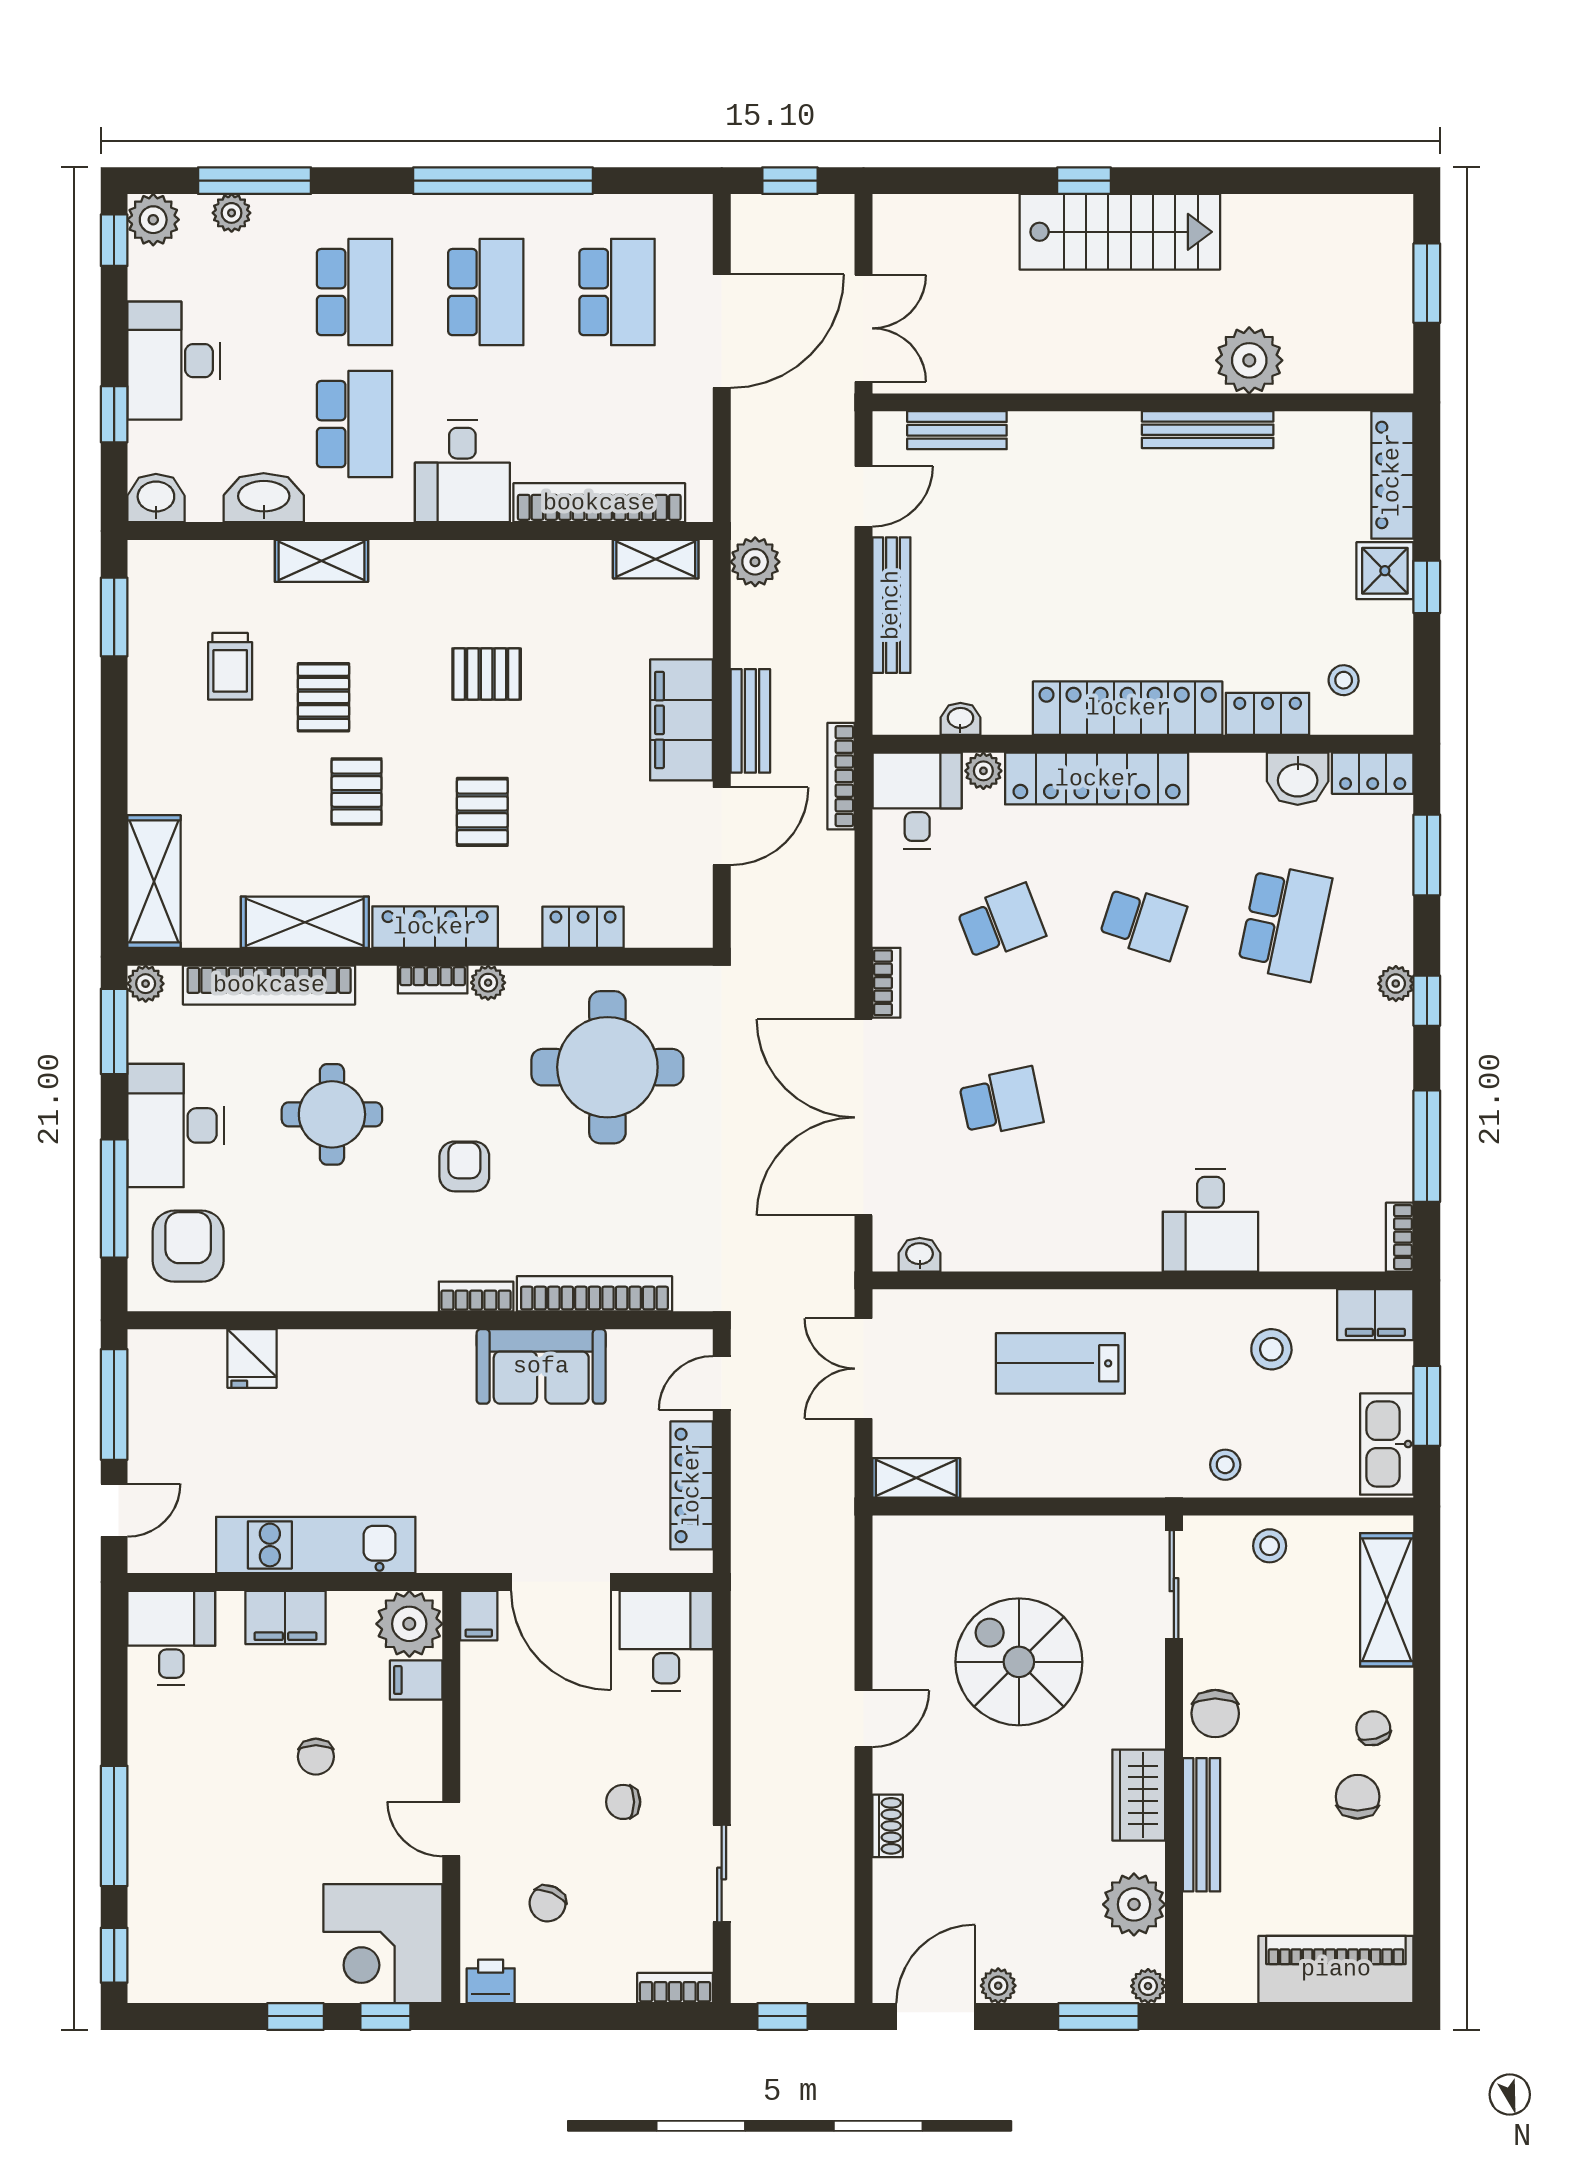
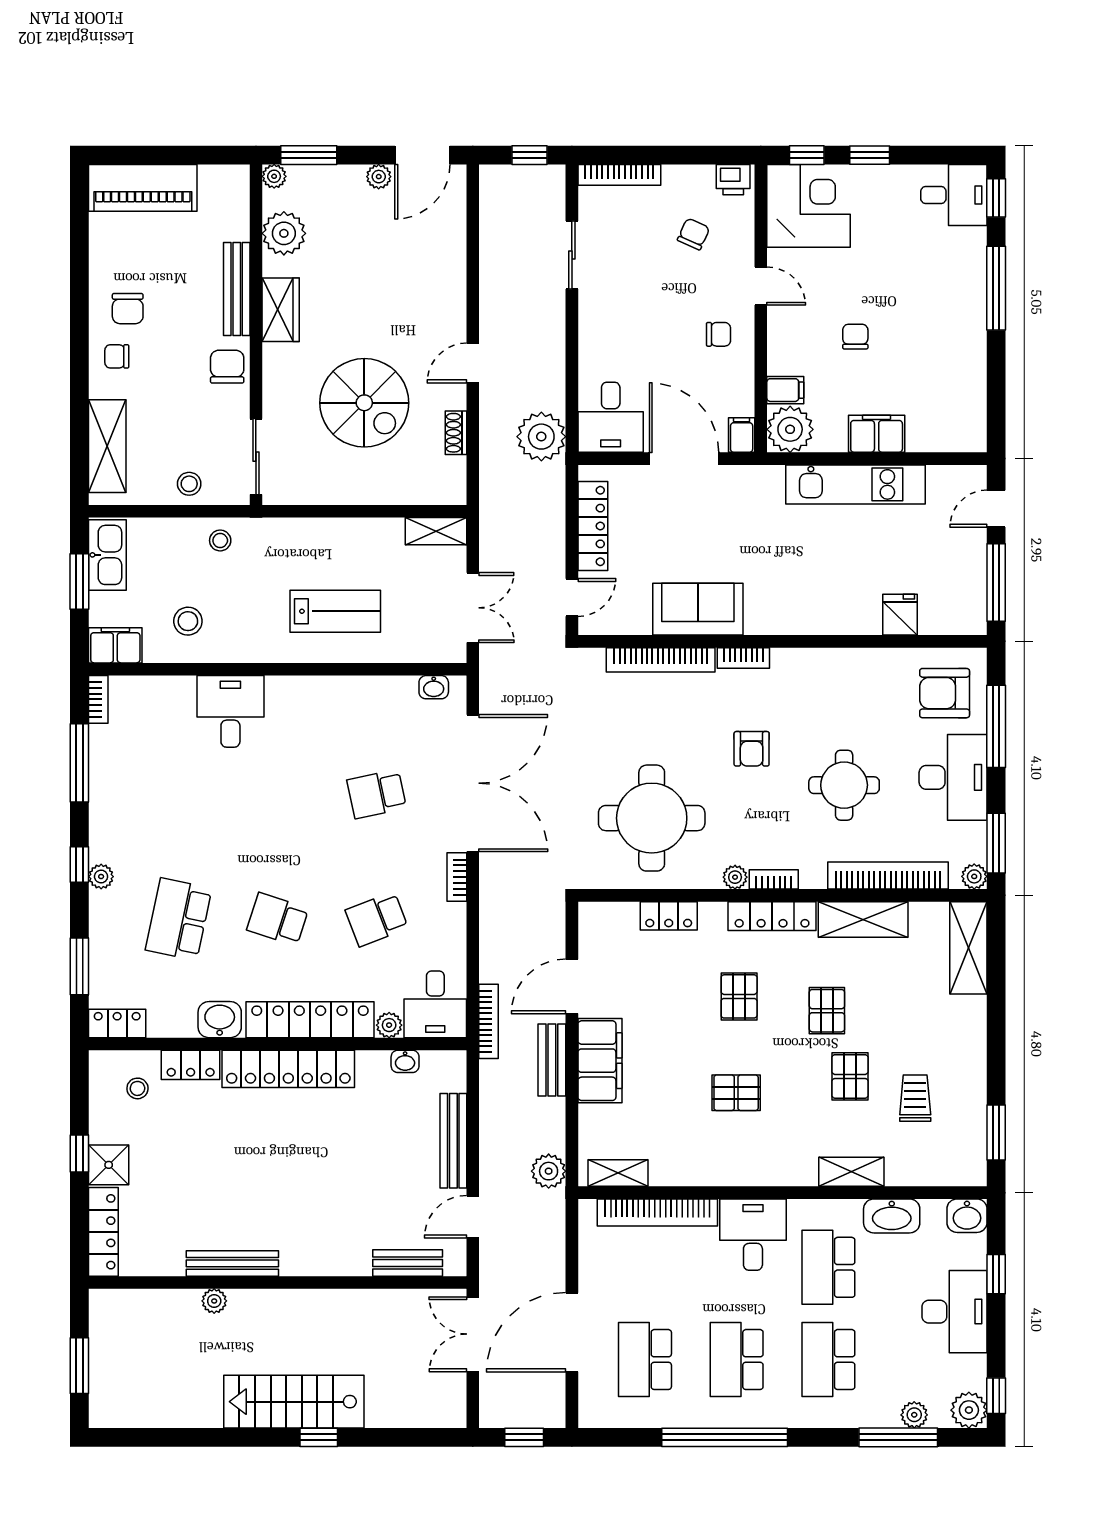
plant: (1249, 360) -> (214, 1301), width x0.53, depth x0.53
washbasin: (1298, 779) -> (220, 1020), moved
armchair: (188, 1246) -> (945, 693), turned 90
plant: (765, 1613) -> (541, 437), added
desk: (171, 1638) -> (954, 195), moved, turned -90
chair: (1373, 1728) -> (117, 356), turned 105
chair: (623, 1802) -> (718, 334), moved
shoe rack: (888, 1826) -> (456, 433), moved
bookcase: (675, 1988) -> (619, 175), width x1.56

